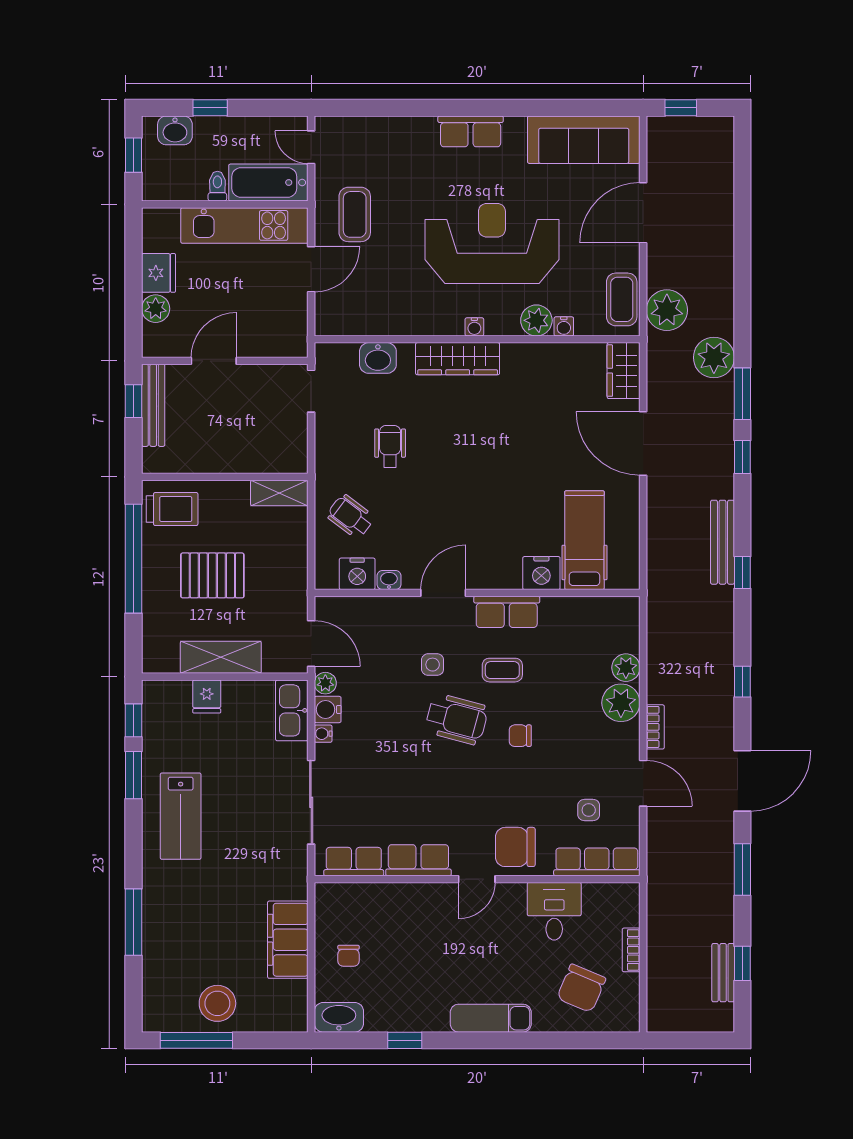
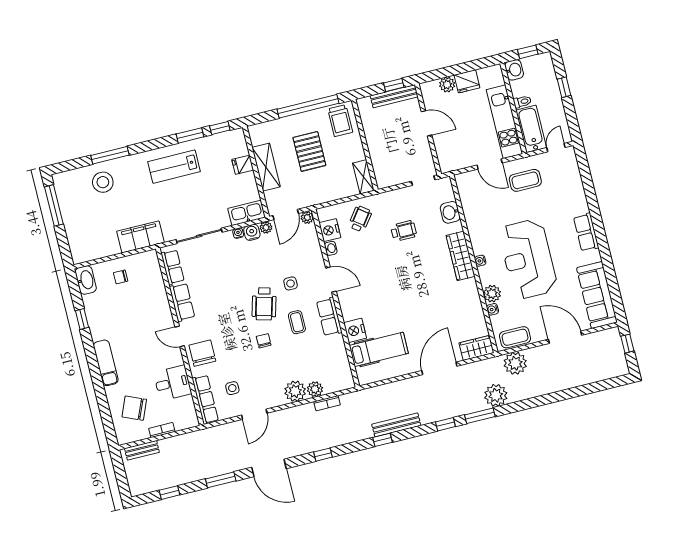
washbasin: (175, 130) -> (514, 70), moved, turned 180
reception desk: (492, 244) -> (528, 259), turned 180
plant: (326, 607) -> (307, 218), added
bookcase: (655, 727) -> (327, 403), moved
filing cabinet: (288, 940) -> (140, 237), moved
bench: (723, 973) -> (142, 450), moved
stool: (217, 1003) -> (103, 182), moved

